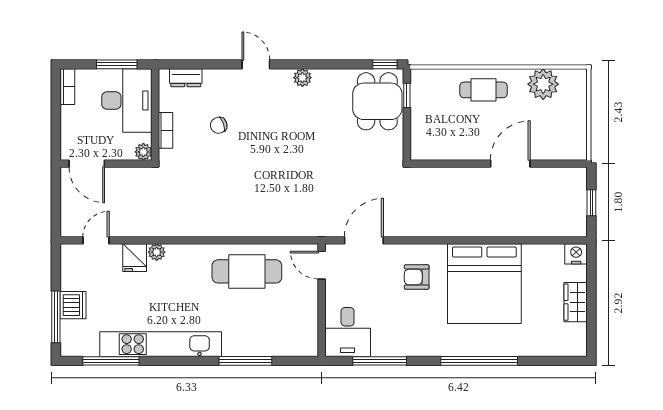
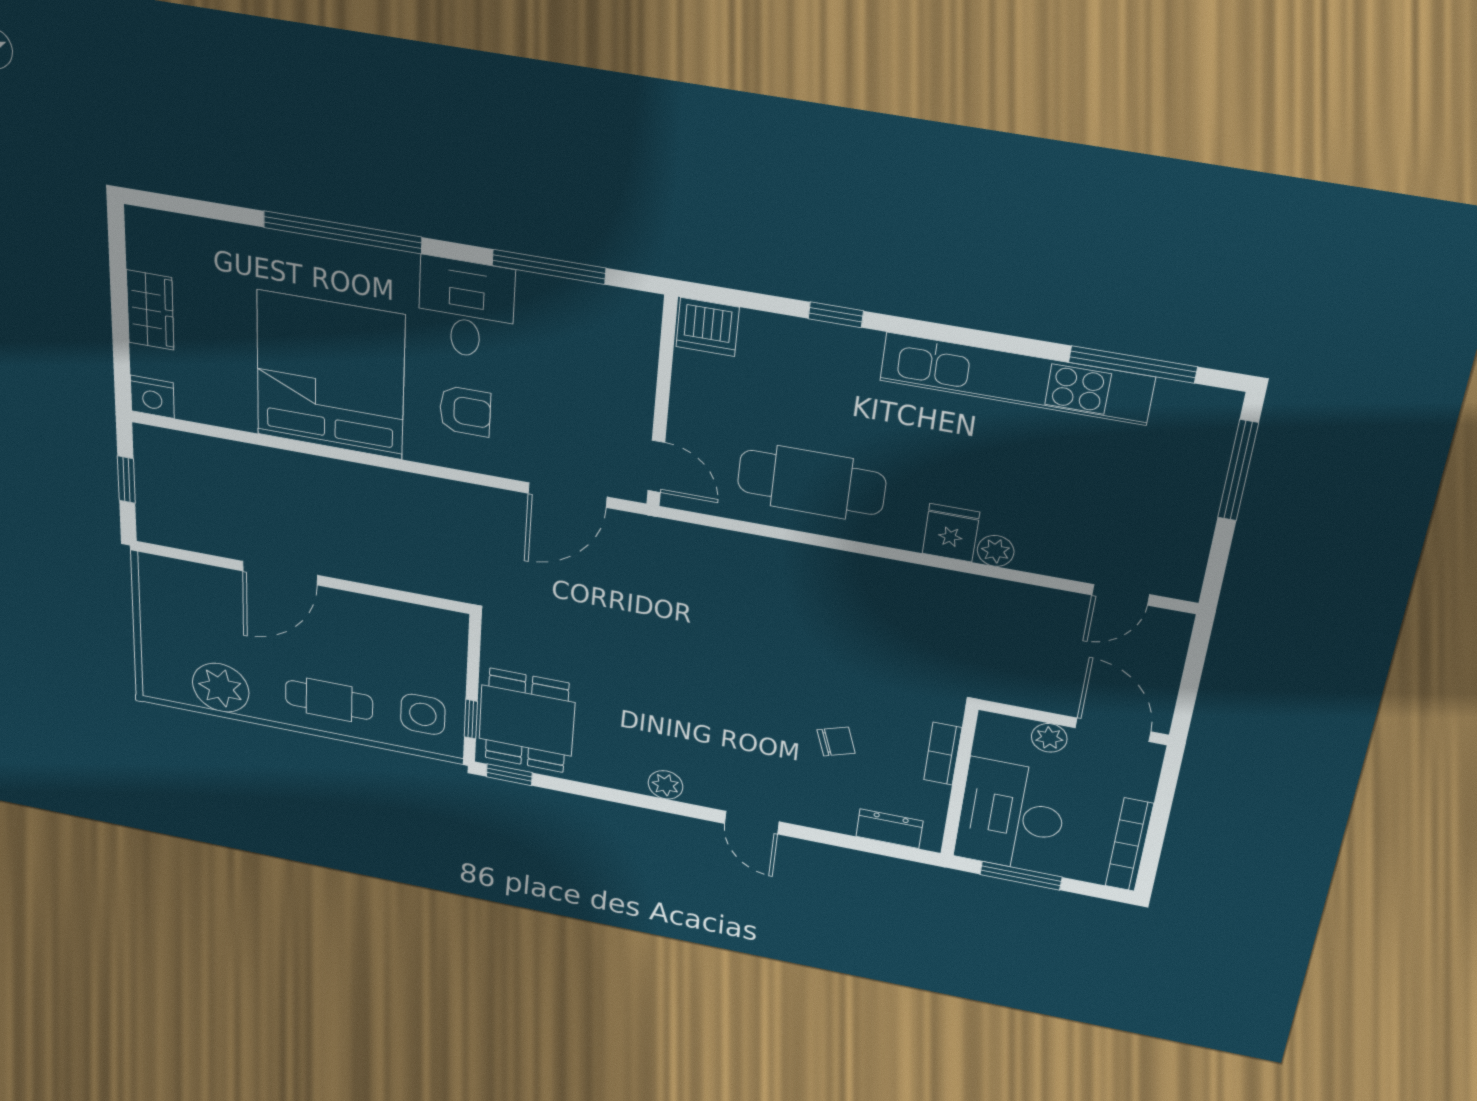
bookcase: (67, 87) -> (1129, 845), width x1.56
side table: (433, 92) -> (423, 714), added
plant: (143, 152) -> (1049, 738), moved
fridge: (135, 258) -> (951, 533), moved
dishwasher: (73, 305) -> (708, 327), moved, turned -90
desk: (348, 332) -> (466, 309), moved
window: (245, 361) -> (836, 315), width x0.46

